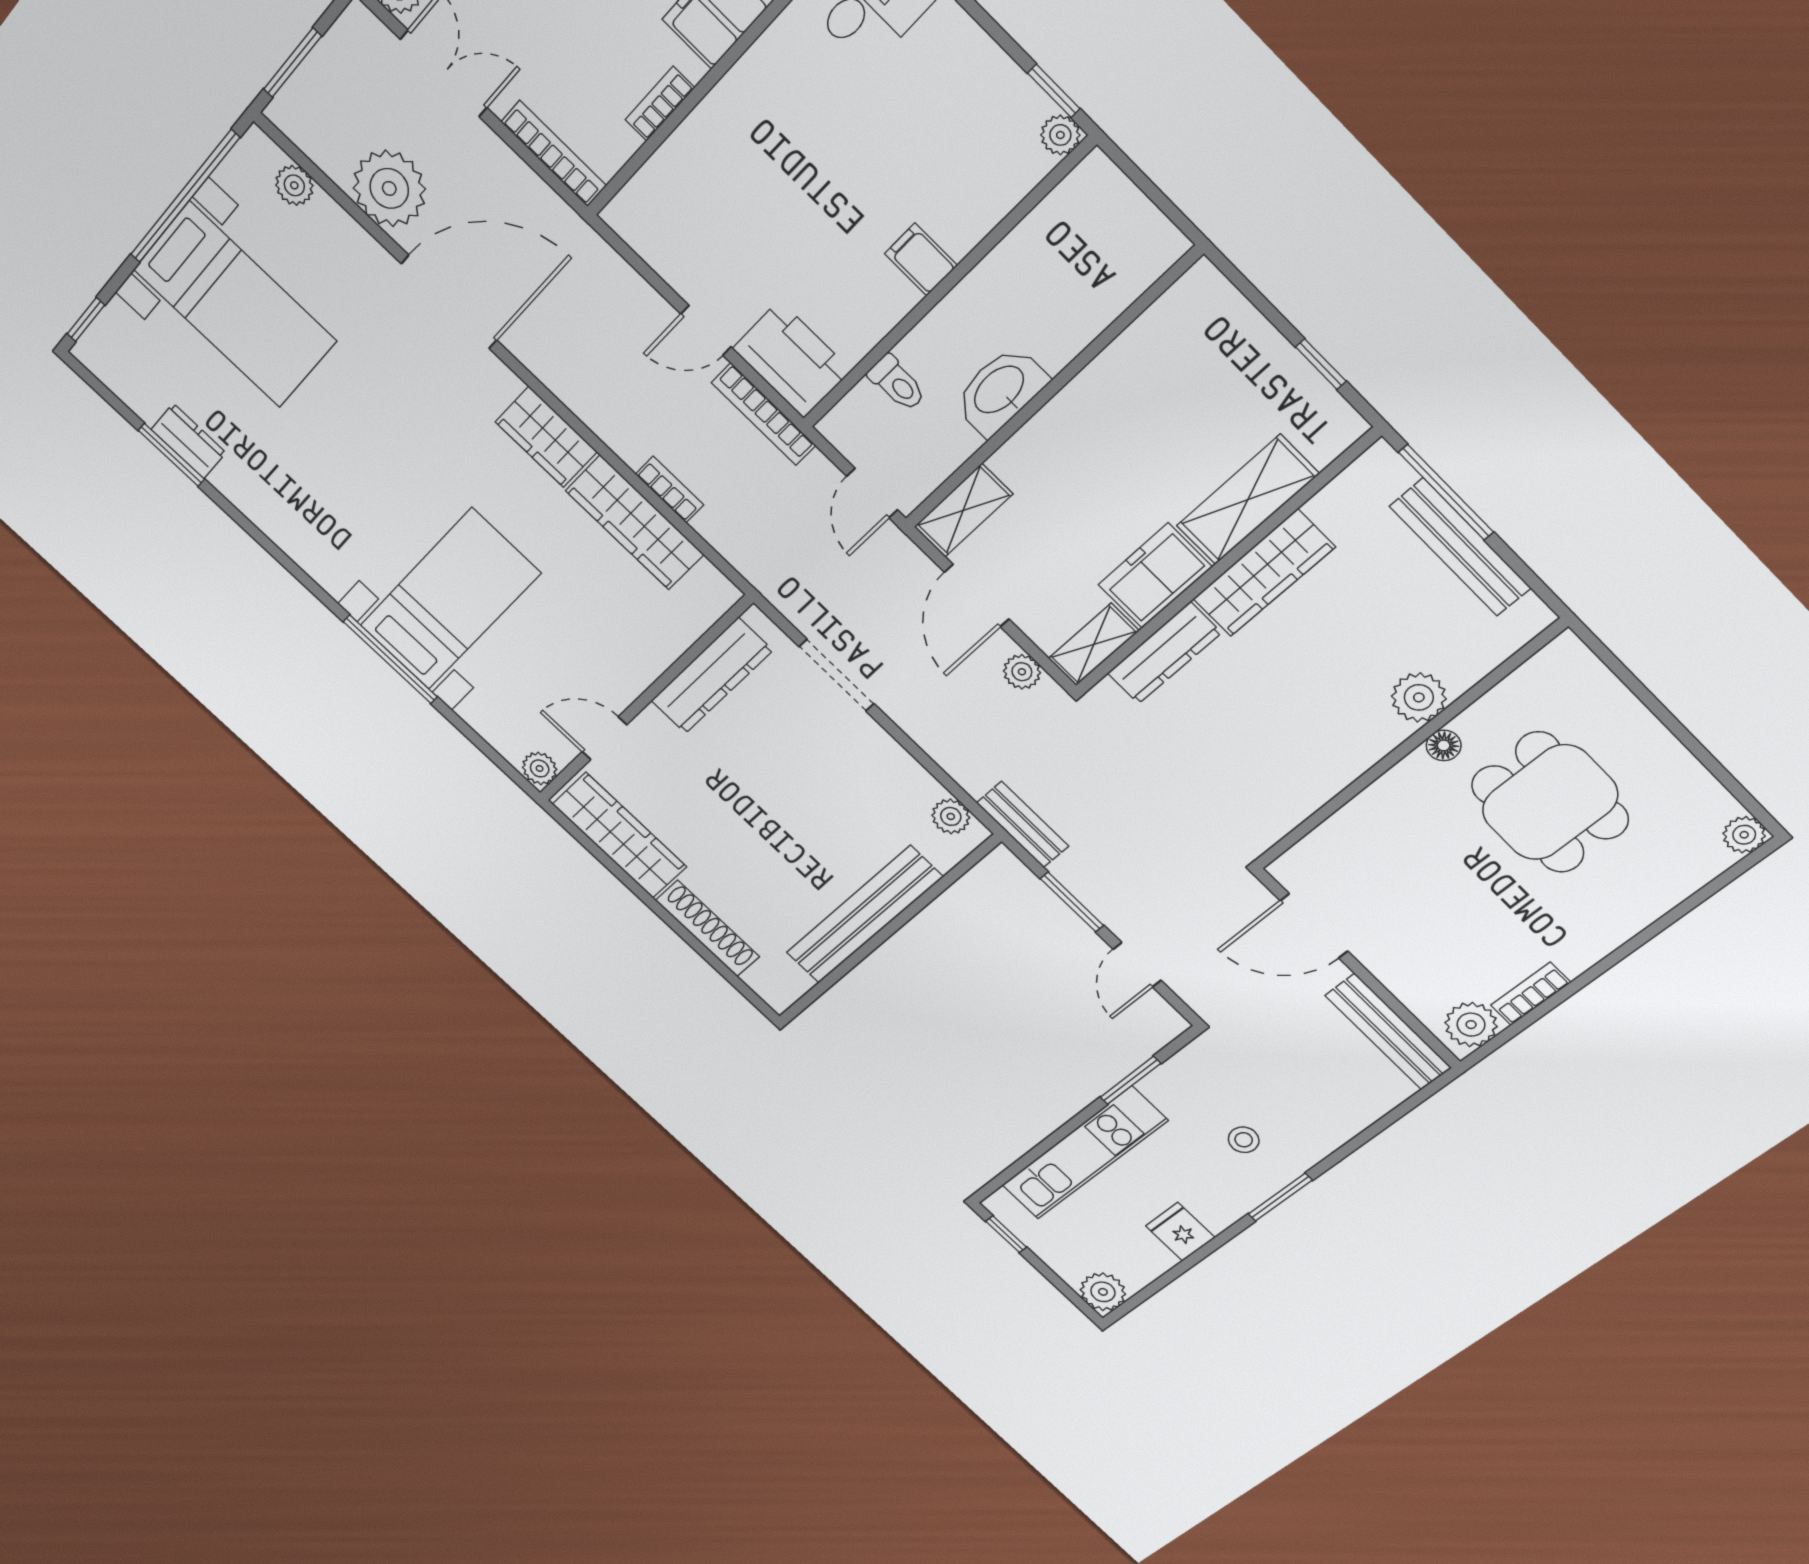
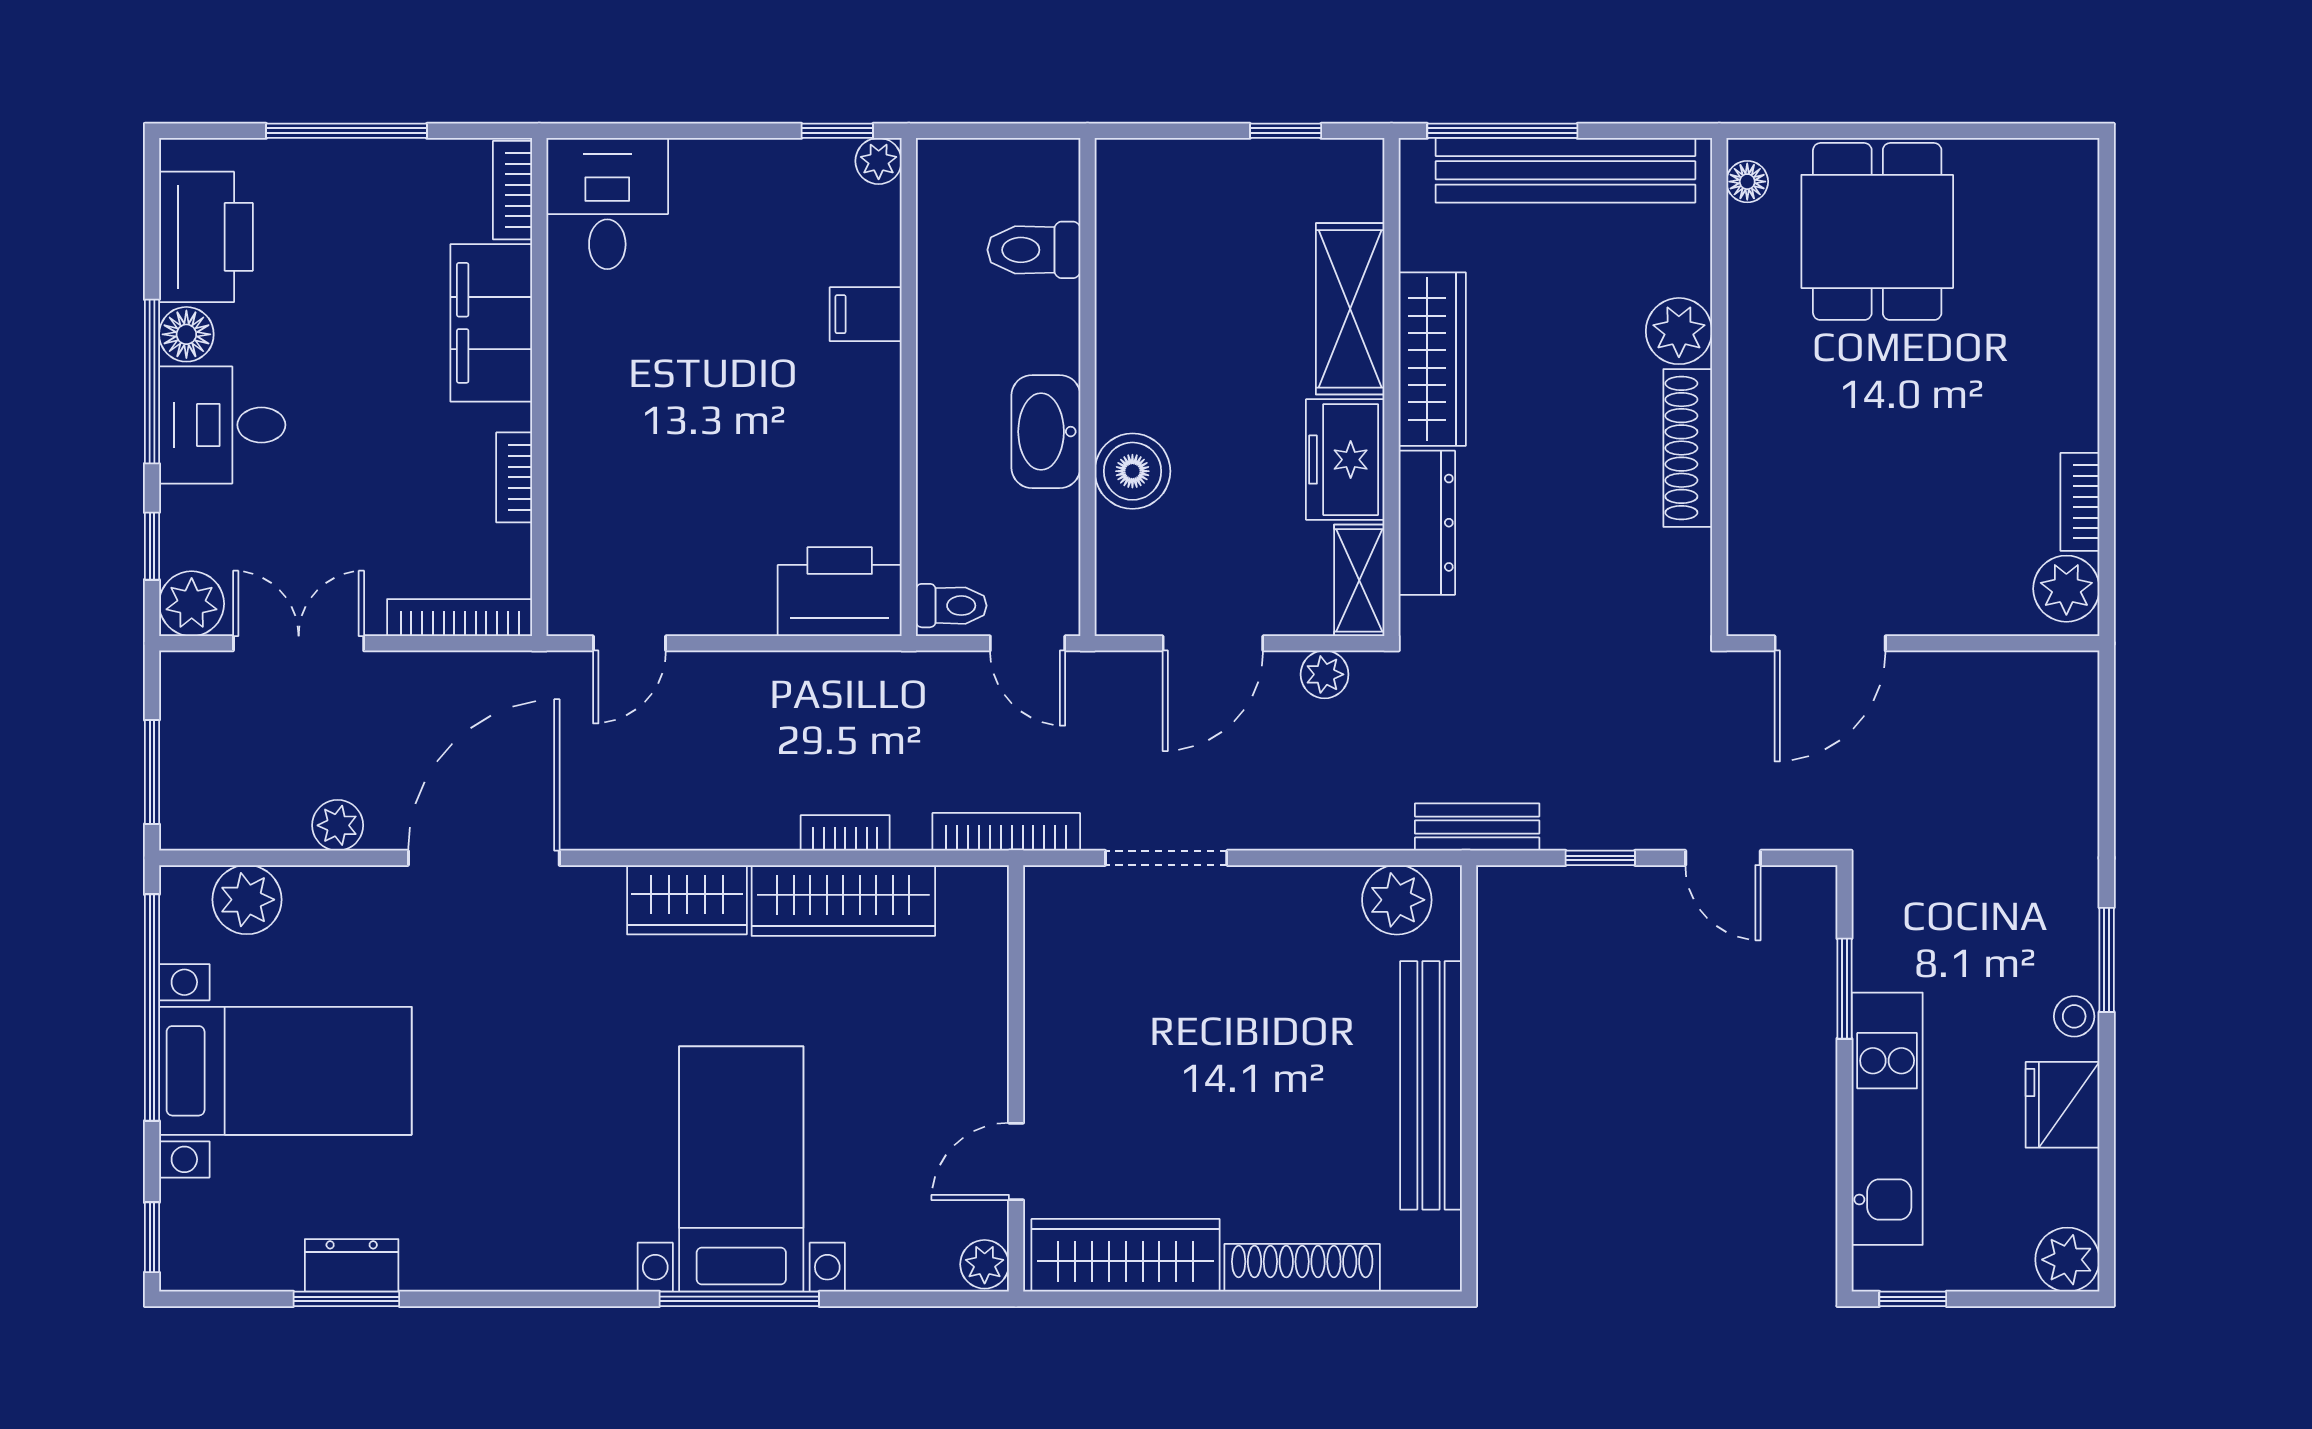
plant: (294, 185) -> (247, 900), width x1.38, depth x1.38
plant: (389, 188) -> (338, 825), width x0.53, depth x0.53
filing cabinet: (921, 260) -> (866, 314), moved
toilet: (1100, 282) -> (1034, 250), added
door: (706, 330) -> (630, 643), moved
toilet: (897, 383) -> (951, 606), moved
bookcase: (764, 414) -> (1006, 832), moved, turned 180
boiler: (1027, 462) -> (1132, 471), added
shelving: (963, 510) -> (1122, 575), removed
bench: (1460, 547) -> (1565, 170), width x1.37, depth x1.21
door: (977, 596) -> (1213, 643), hinge flipped
dresser: (712, 676) -> (1055, 983), removed
floor lamp: (1444, 745) -> (1747, 182), moved
shoe rack: (1352, 759) -> (1688, 448), added
dining table: (1550, 802) -> (1877, 231), moved, turned 90
plant: (951, 816) -> (1397, 900), width x1.38, depth x1.38
plant: (1744, 835) -> (2075, 163), removed
window: (1072, 902) -> (1600, 858), width x0.67
bench: (1388, 1032) -> (2007, 676), removed
stool: (1244, 1140) -> (2074, 1016), moved
fridge: (1180, 1232) -> (2063, 1105), width x1.38

